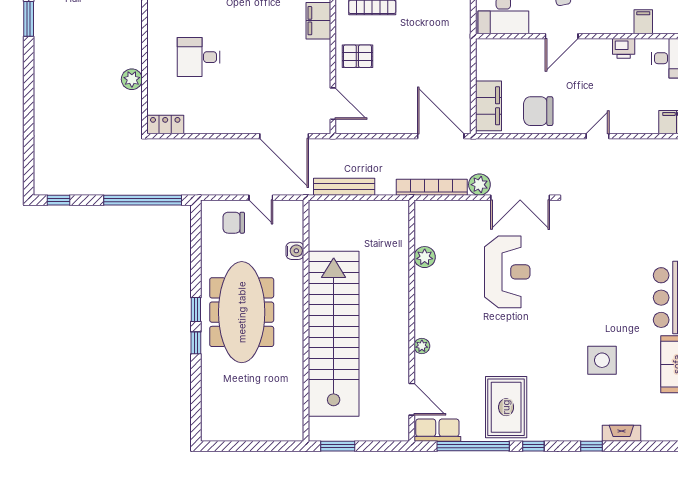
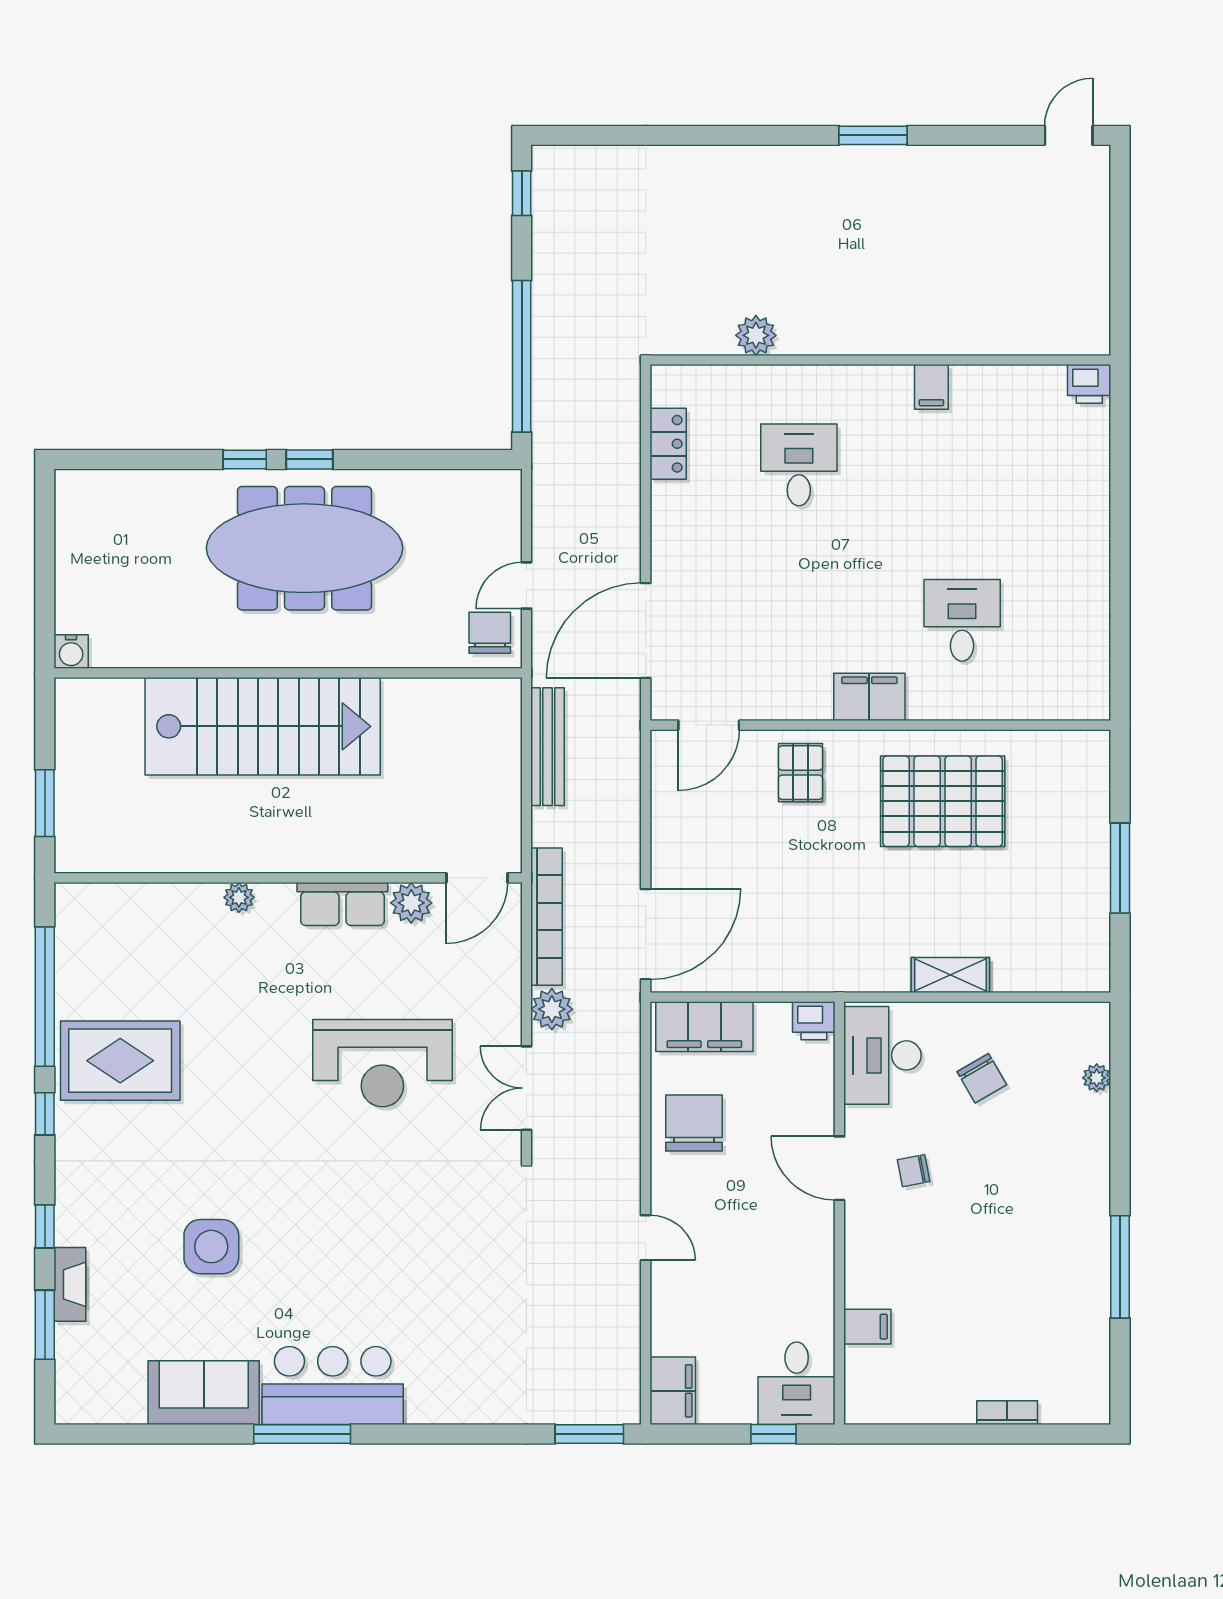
printer: (624, 48) -> (814, 1021), moved, turned -90
locker: (165, 125) -> (668, 444), moved
double door: (520, 198) -> (526, 1088), width x0.73
chair: (234, 223) -> (490, 633), moved
water cooler: (295, 251) -> (71, 651), moved
stairs: (334, 334) -> (263, 726), width x0.73
door: (412, 399) -> (477, 878), moved
row of seats: (437, 430) -> (342, 904), moved, turned 90
window: (338, 446) -> (45, 803), moved
window: (642, 446) -> (45, 1325), added

